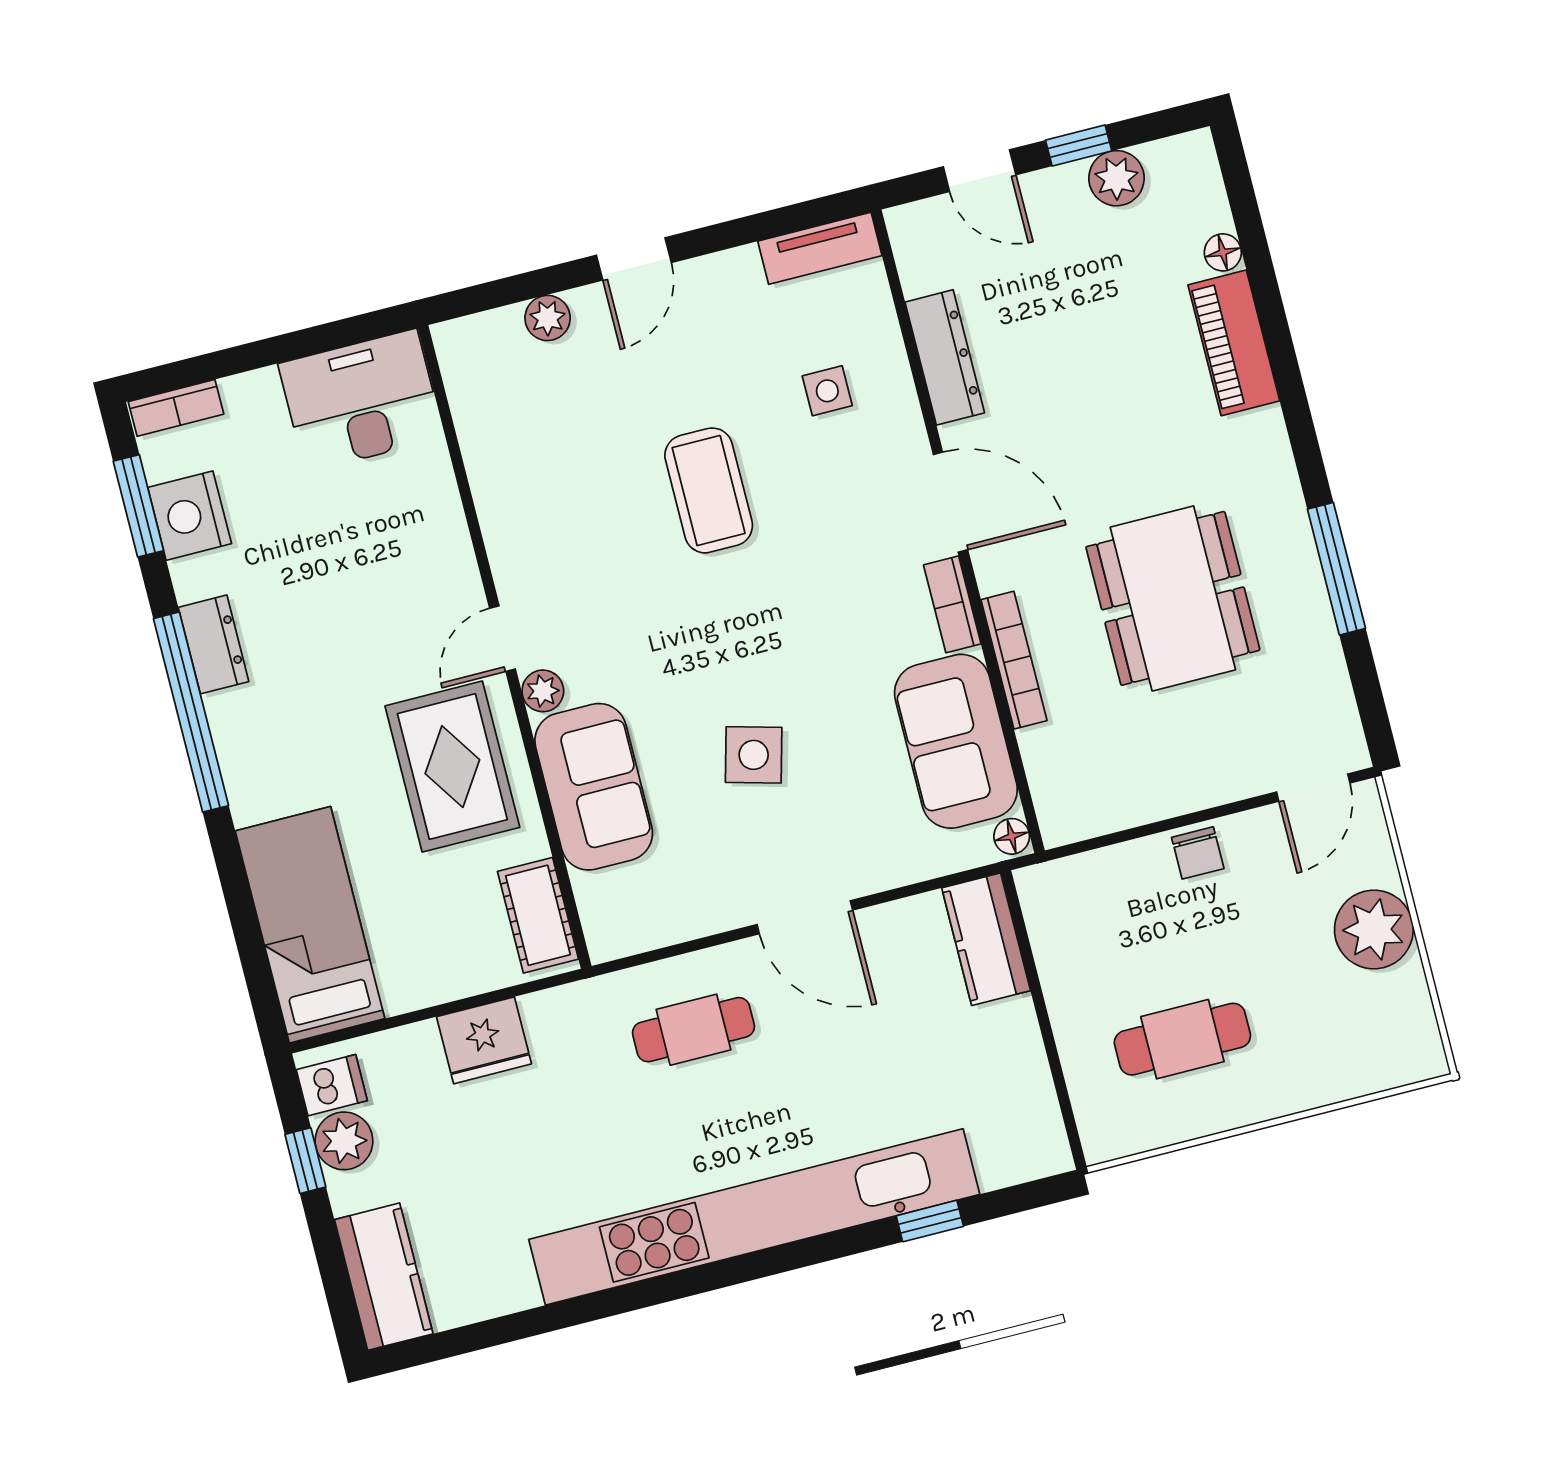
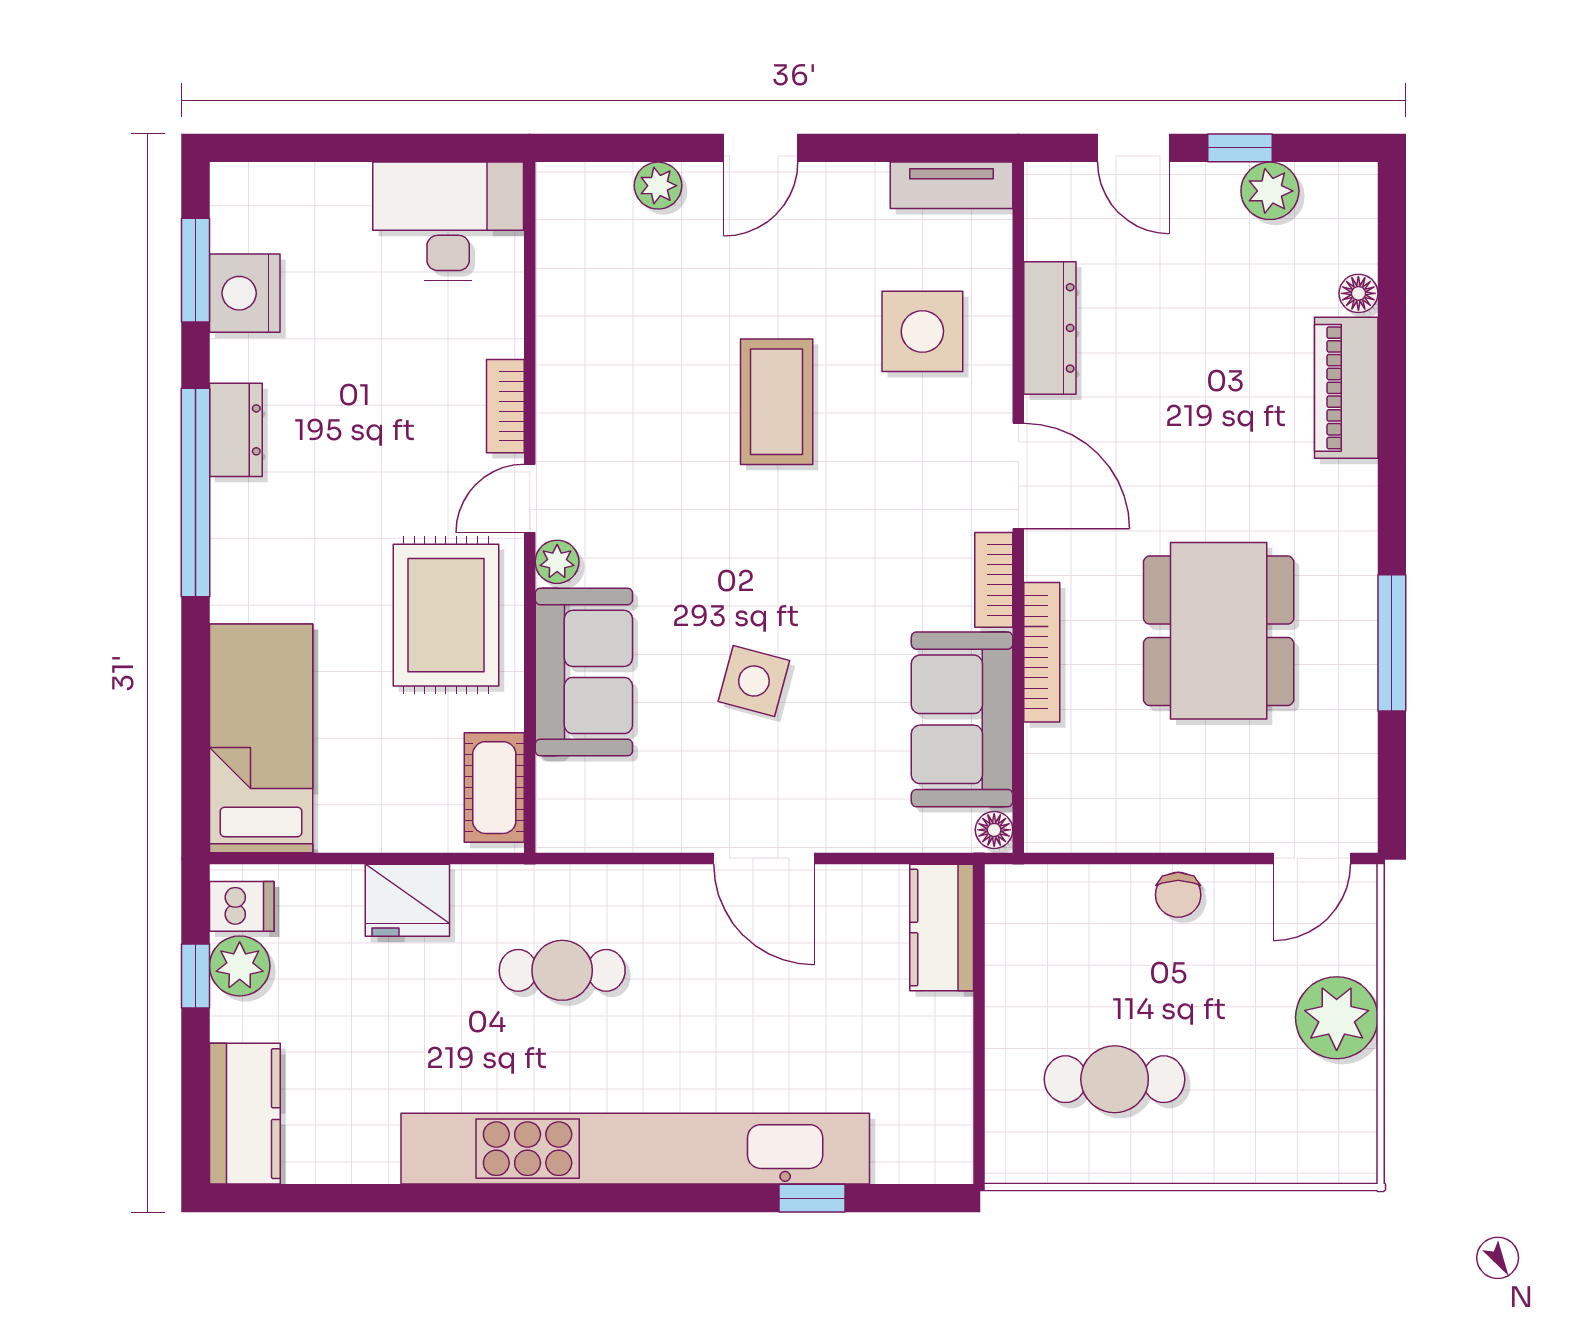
side table: (827, 391) -> (922, 331), width x1.87, depth x1.87
bookcase: (176, 408) -> (505, 406), moved, turned 90
cafe table: (693, 1030) -> (562, 970), moved

